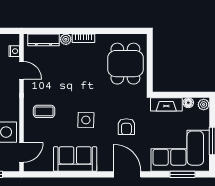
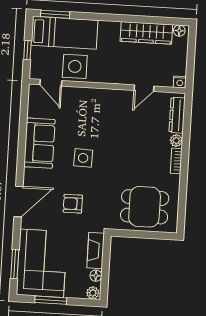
nightstand: (14, 51) -> (180, 82), moved
coffee table: (44, 111) -> (96, 111), removed

